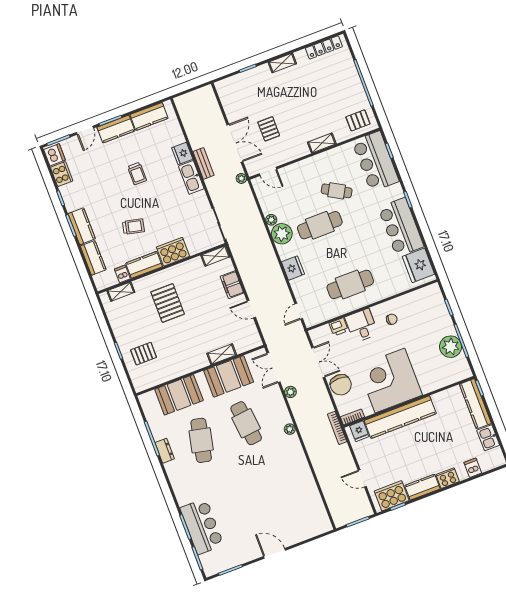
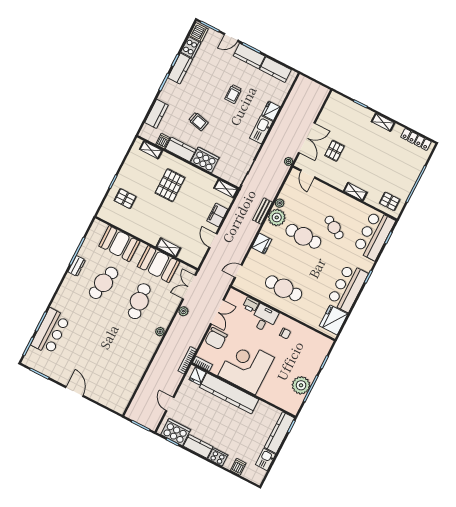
bench: (204, 163) -> (262, 211), moved
kitchen counter: (82, 226) -> (180, 69), moved

